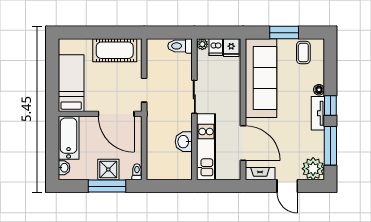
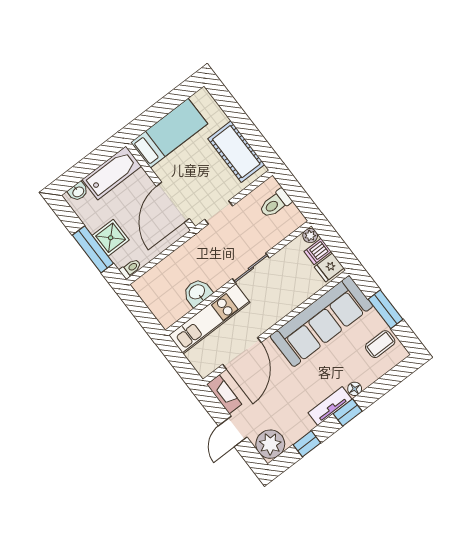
toilet: (180, 46) -> (275, 204), moved, turned -90
window: (330, 146) -> (307, 444), width x0.46

